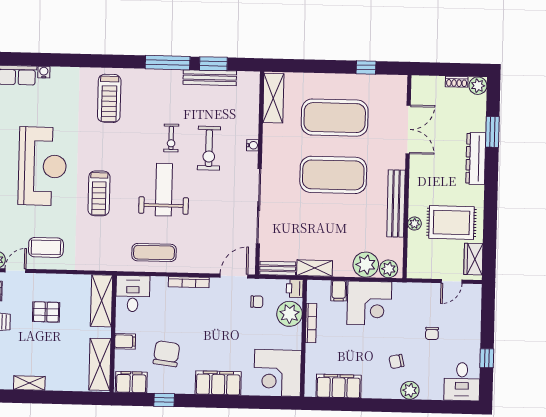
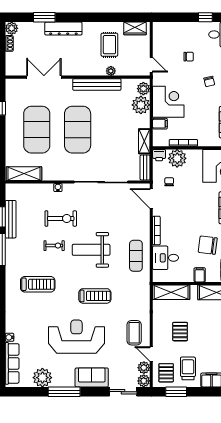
treadmill: (109, 98) -> (38, 284), moved
rug: (451, 222) -> (109, 45), width x0.73, depth x0.70
door: (452, 281) -> (151, 65), moved
desk: (133, 294) -> (166, 258), moved

